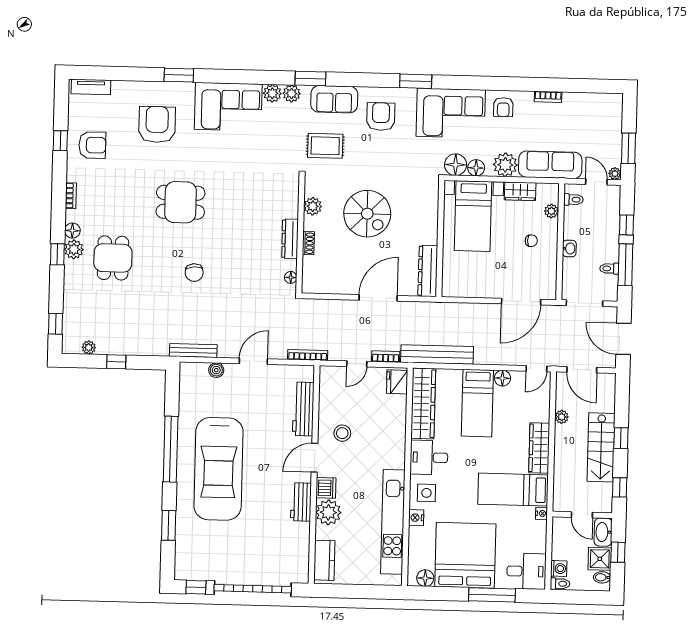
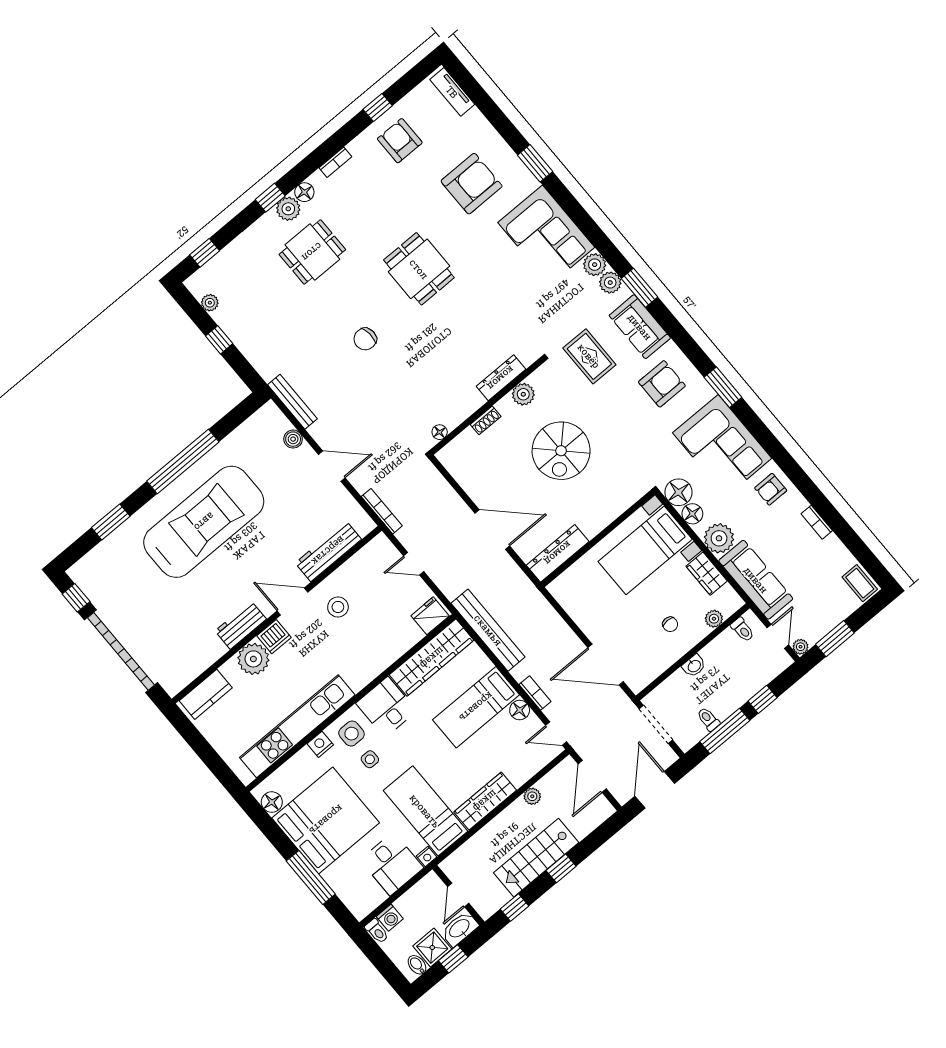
coffee table: (608, 103) -> (860, 583), added
armchair: (92, 145) -> (400, 141), turned 180
dresser: (290, 239) -> (501, 378), moved
bookcase: (386, 357) -> (535, 693), moved
car: (218, 469) -> (204, 522), turned 180
side table: (452, 496) -> (370, 759), added
desk: (526, 571) -> (392, 864), moved

